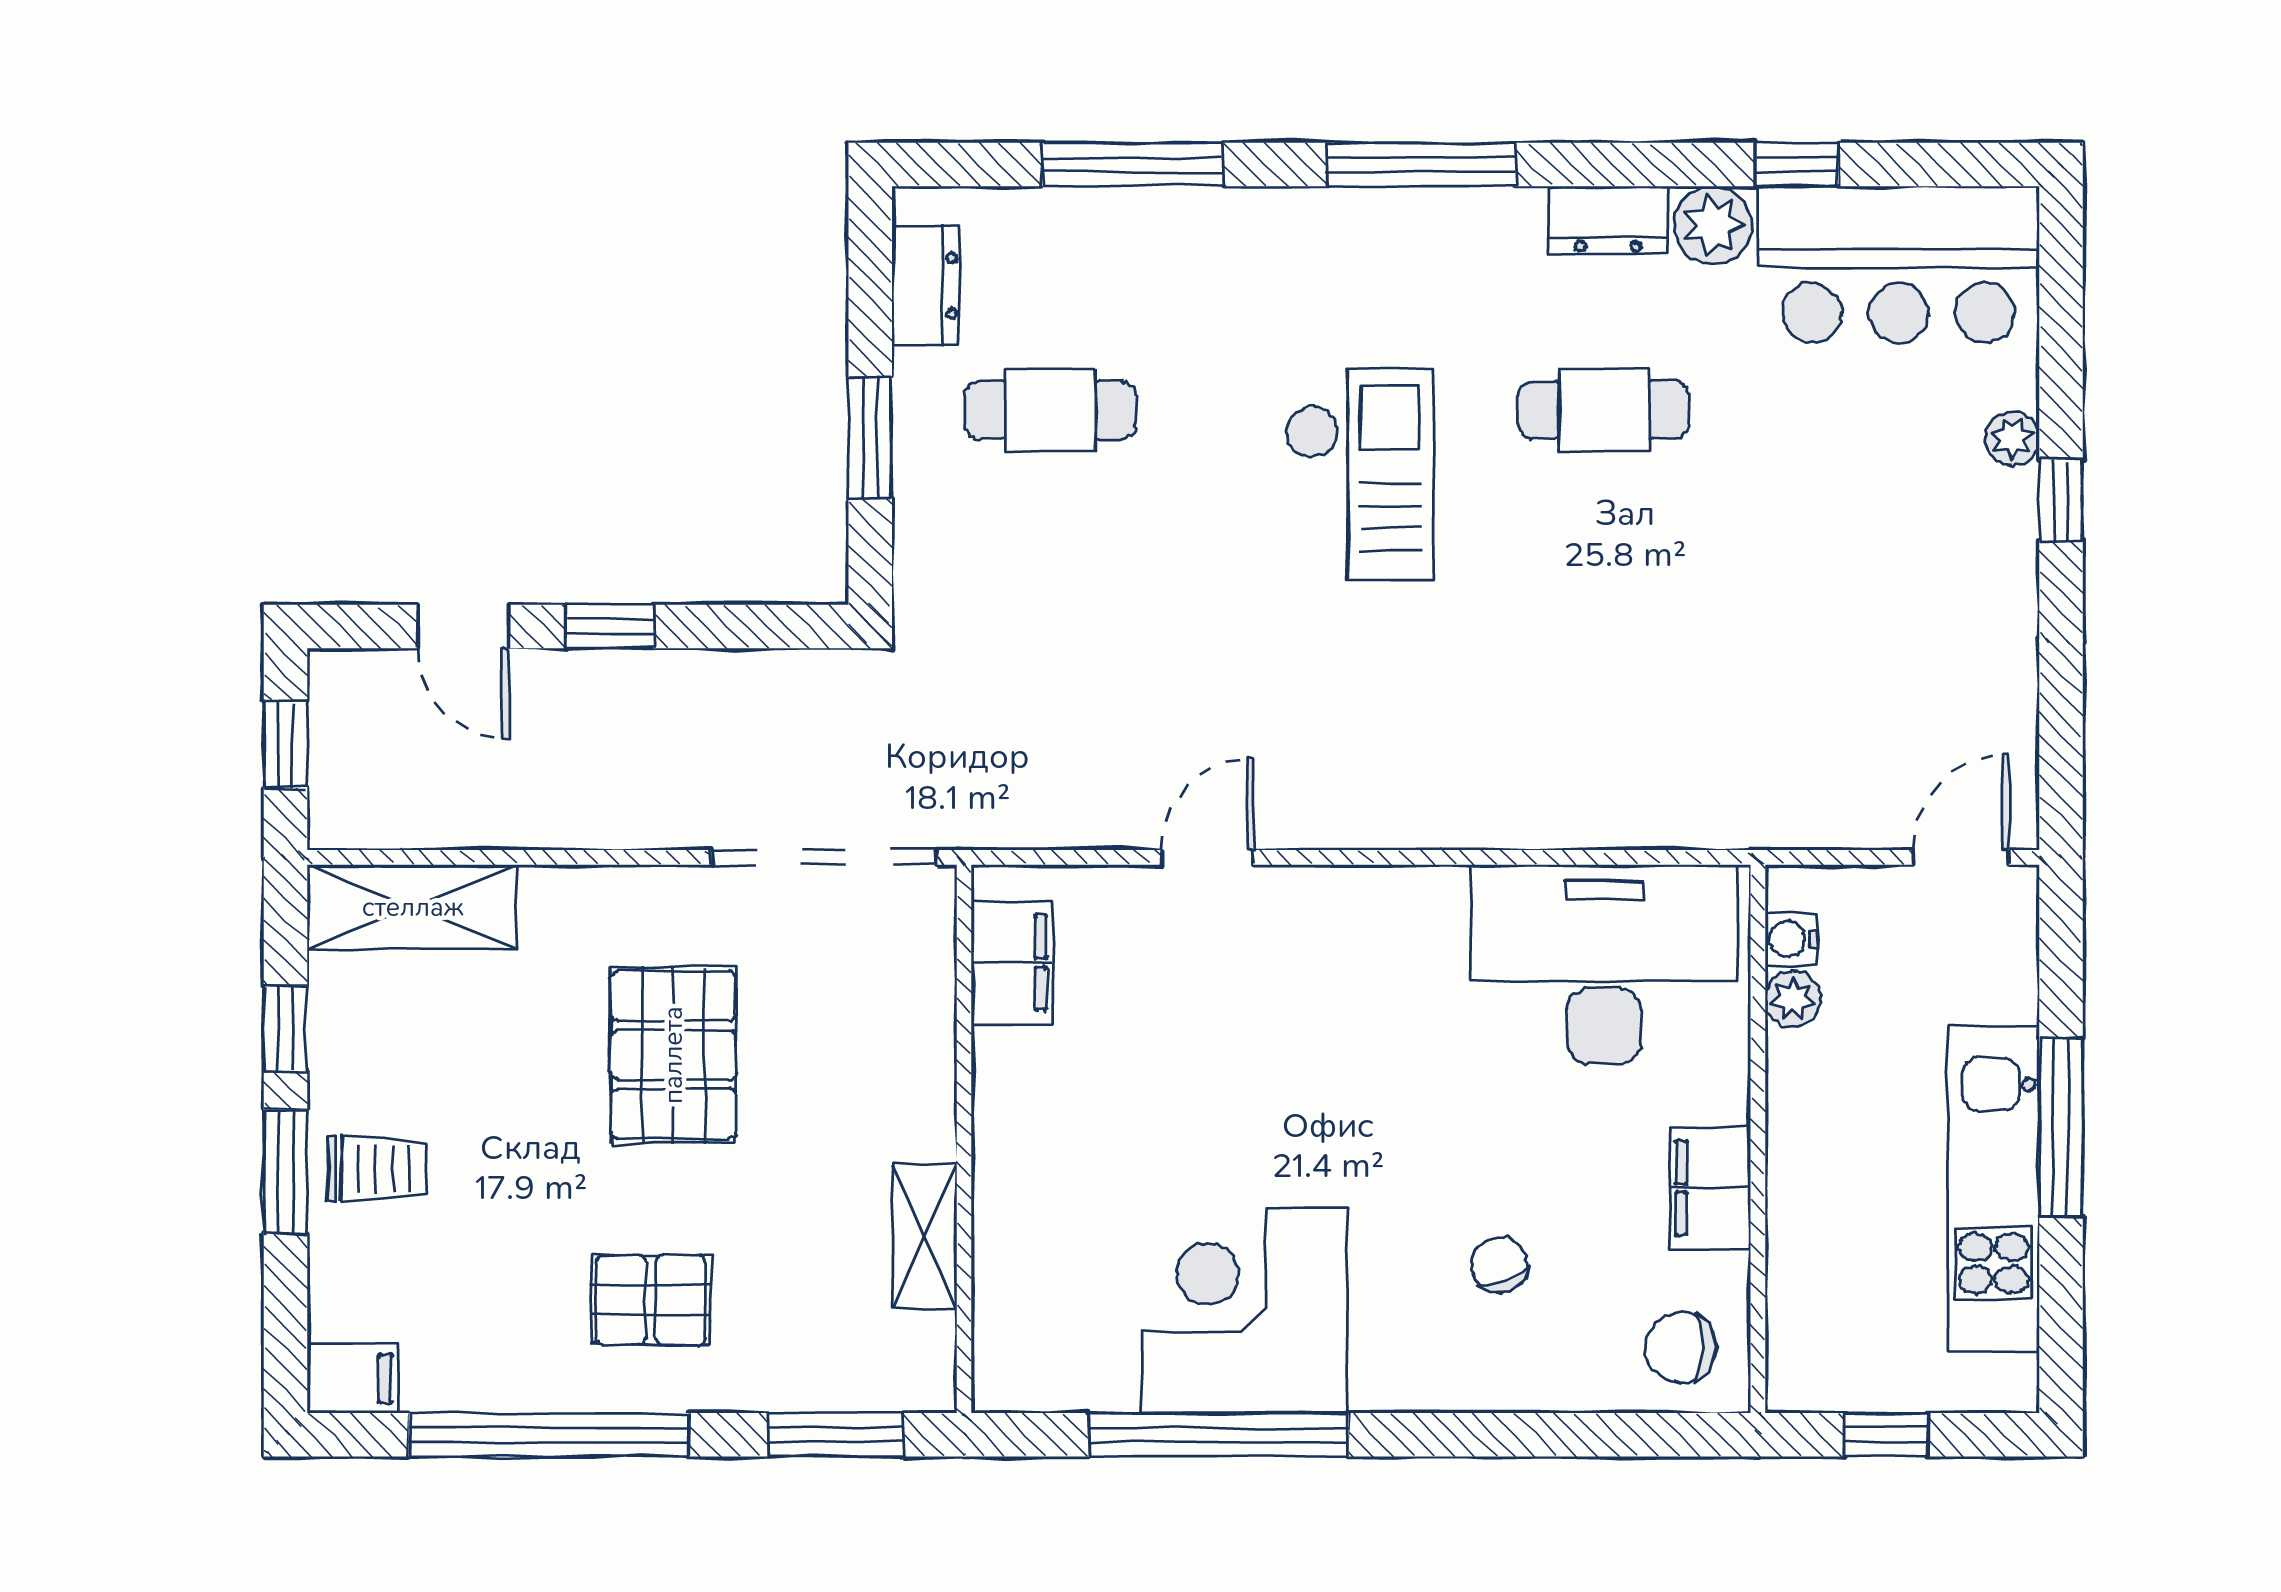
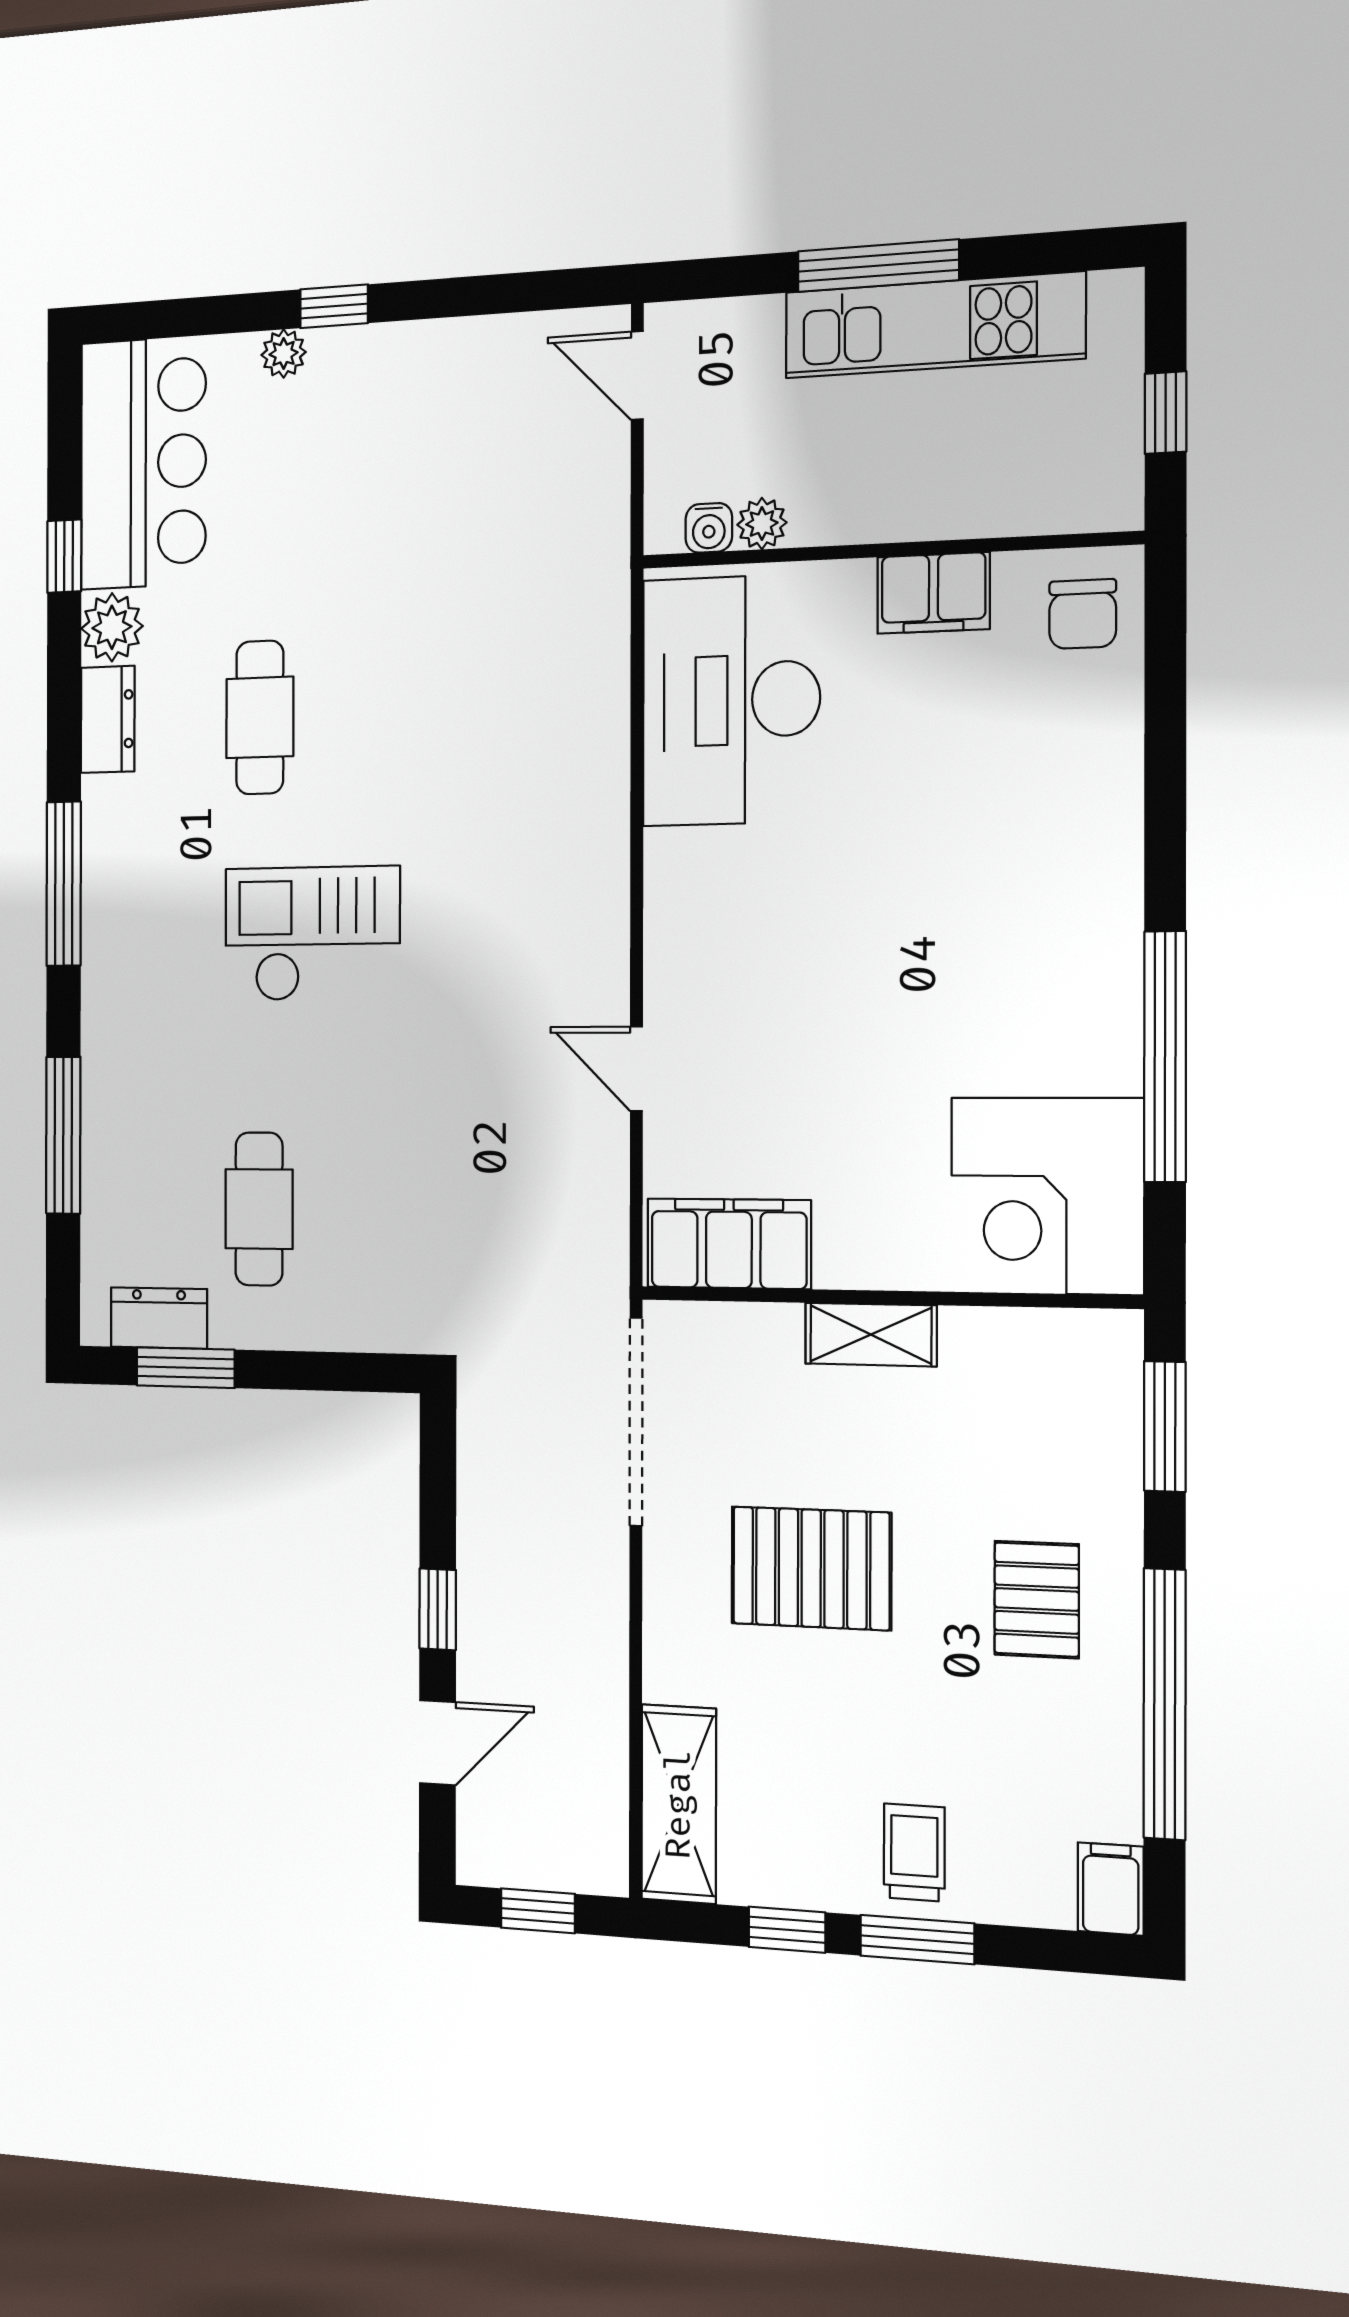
window: (870, 438) -> (186, 1368), moved
filing cabinet: (1012, 963) -> (729, 1244), width x1.50, depth x1.17
shelving: (924, 1236) -> (871, 1335), moved
chair: (1499, 1265) -> (1004, 790), removed
corner desk: (1245, 1311) -> (1047, 1196), moved

